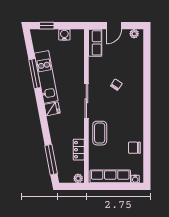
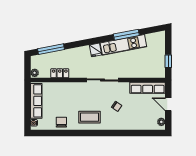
window: (47, 26) -> (168, 61), moved
water cooler: (64, 35) -> (160, 61), removed
row of seats: (95, 43) -> (148, 88), width x1.48
coffee table: (100, 133) -> (89, 117), moved

